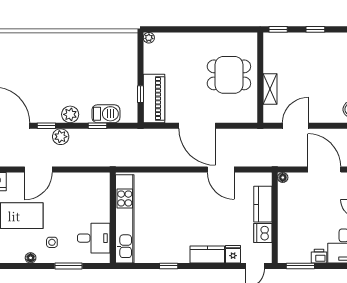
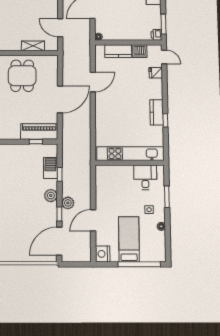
door: (38, 170) -> (93, 220), swing flipped
kitchen counter: (207, 254) -> (157, 112), moved
printer: (319, 256) -> (156, 35), moved

